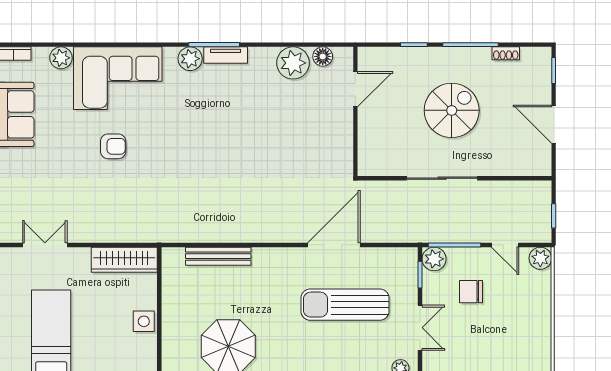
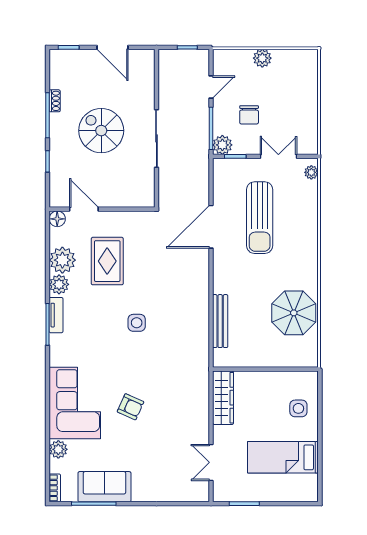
shoe rack: (506, 53) -> (55, 101), moved
floor lamp: (323, 56) -> (57, 219), moved
plant: (190, 59) -> (59, 284), moved
rug: (292, 118) -> (107, 261), added
door: (554, 124) -> (112, 47), hinge flipped
armchair: (113, 146) -> (131, 407), turned 114
side table: (216, 154) -> (137, 323), added
door: (334, 245) -> (211, 227), hinge flipped
plant: (540, 258) -> (262, 58), moved
side table: (144, 321) -> (298, 408), moved

